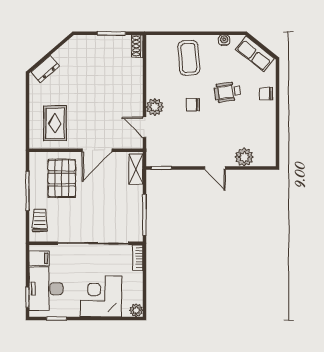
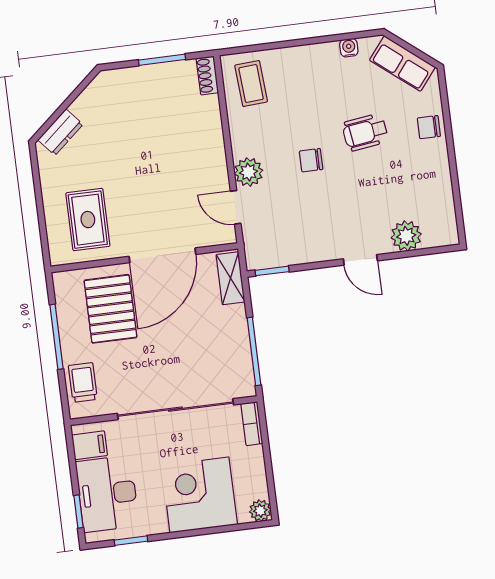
coffee table: (189, 58) -> (251, 84), moved, width x0.73, depth x0.77
door: (97, 150) -> (162, 255), width x1.36

